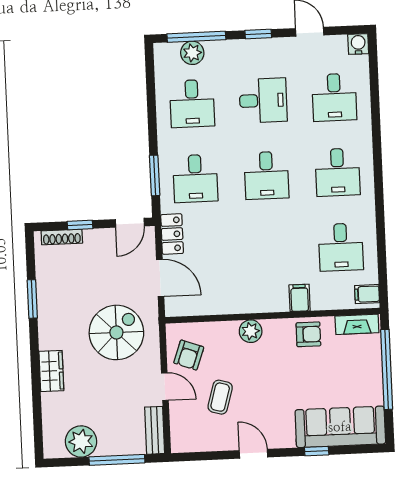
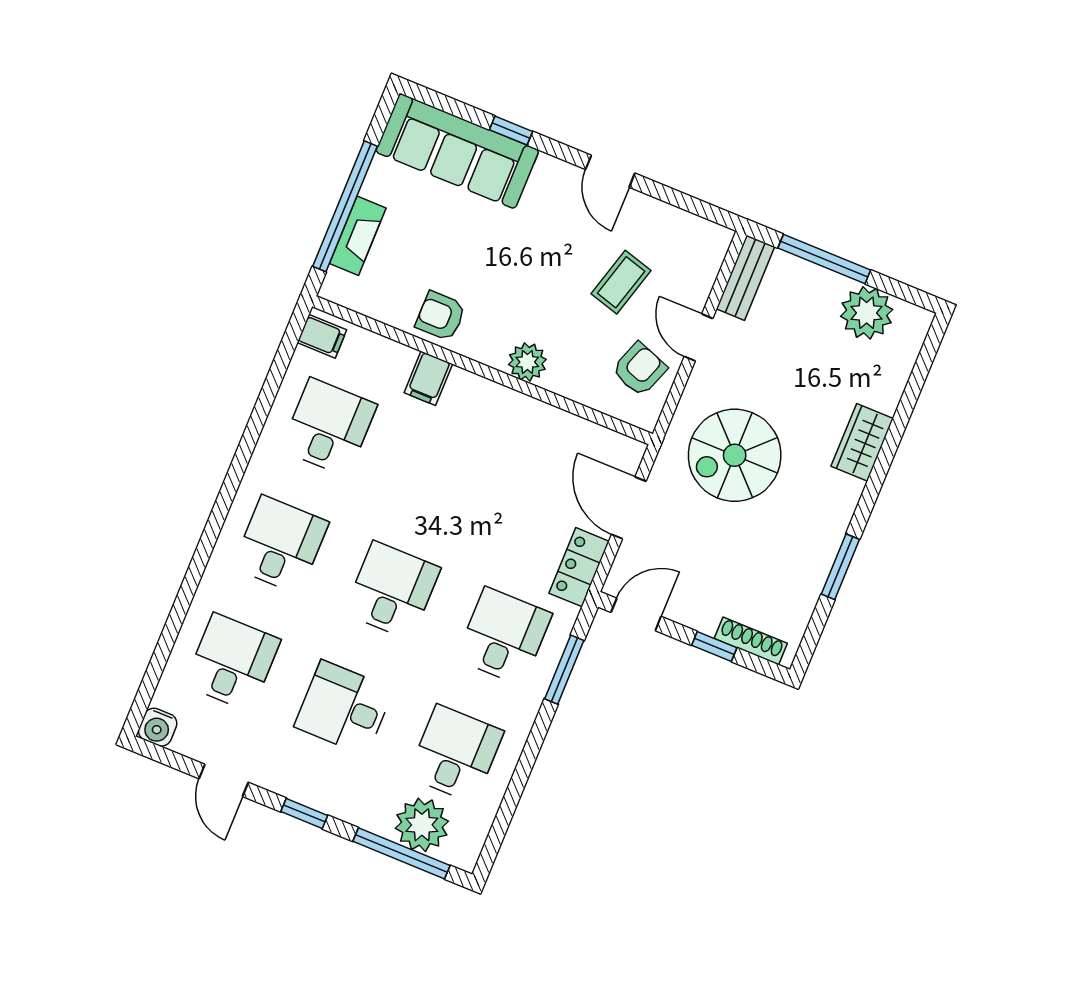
plant: (192, 53) -> (422, 825), width x1.36, depth x1.36
fireplace: (357, 324) -> (358, 236), moved, turned 90

